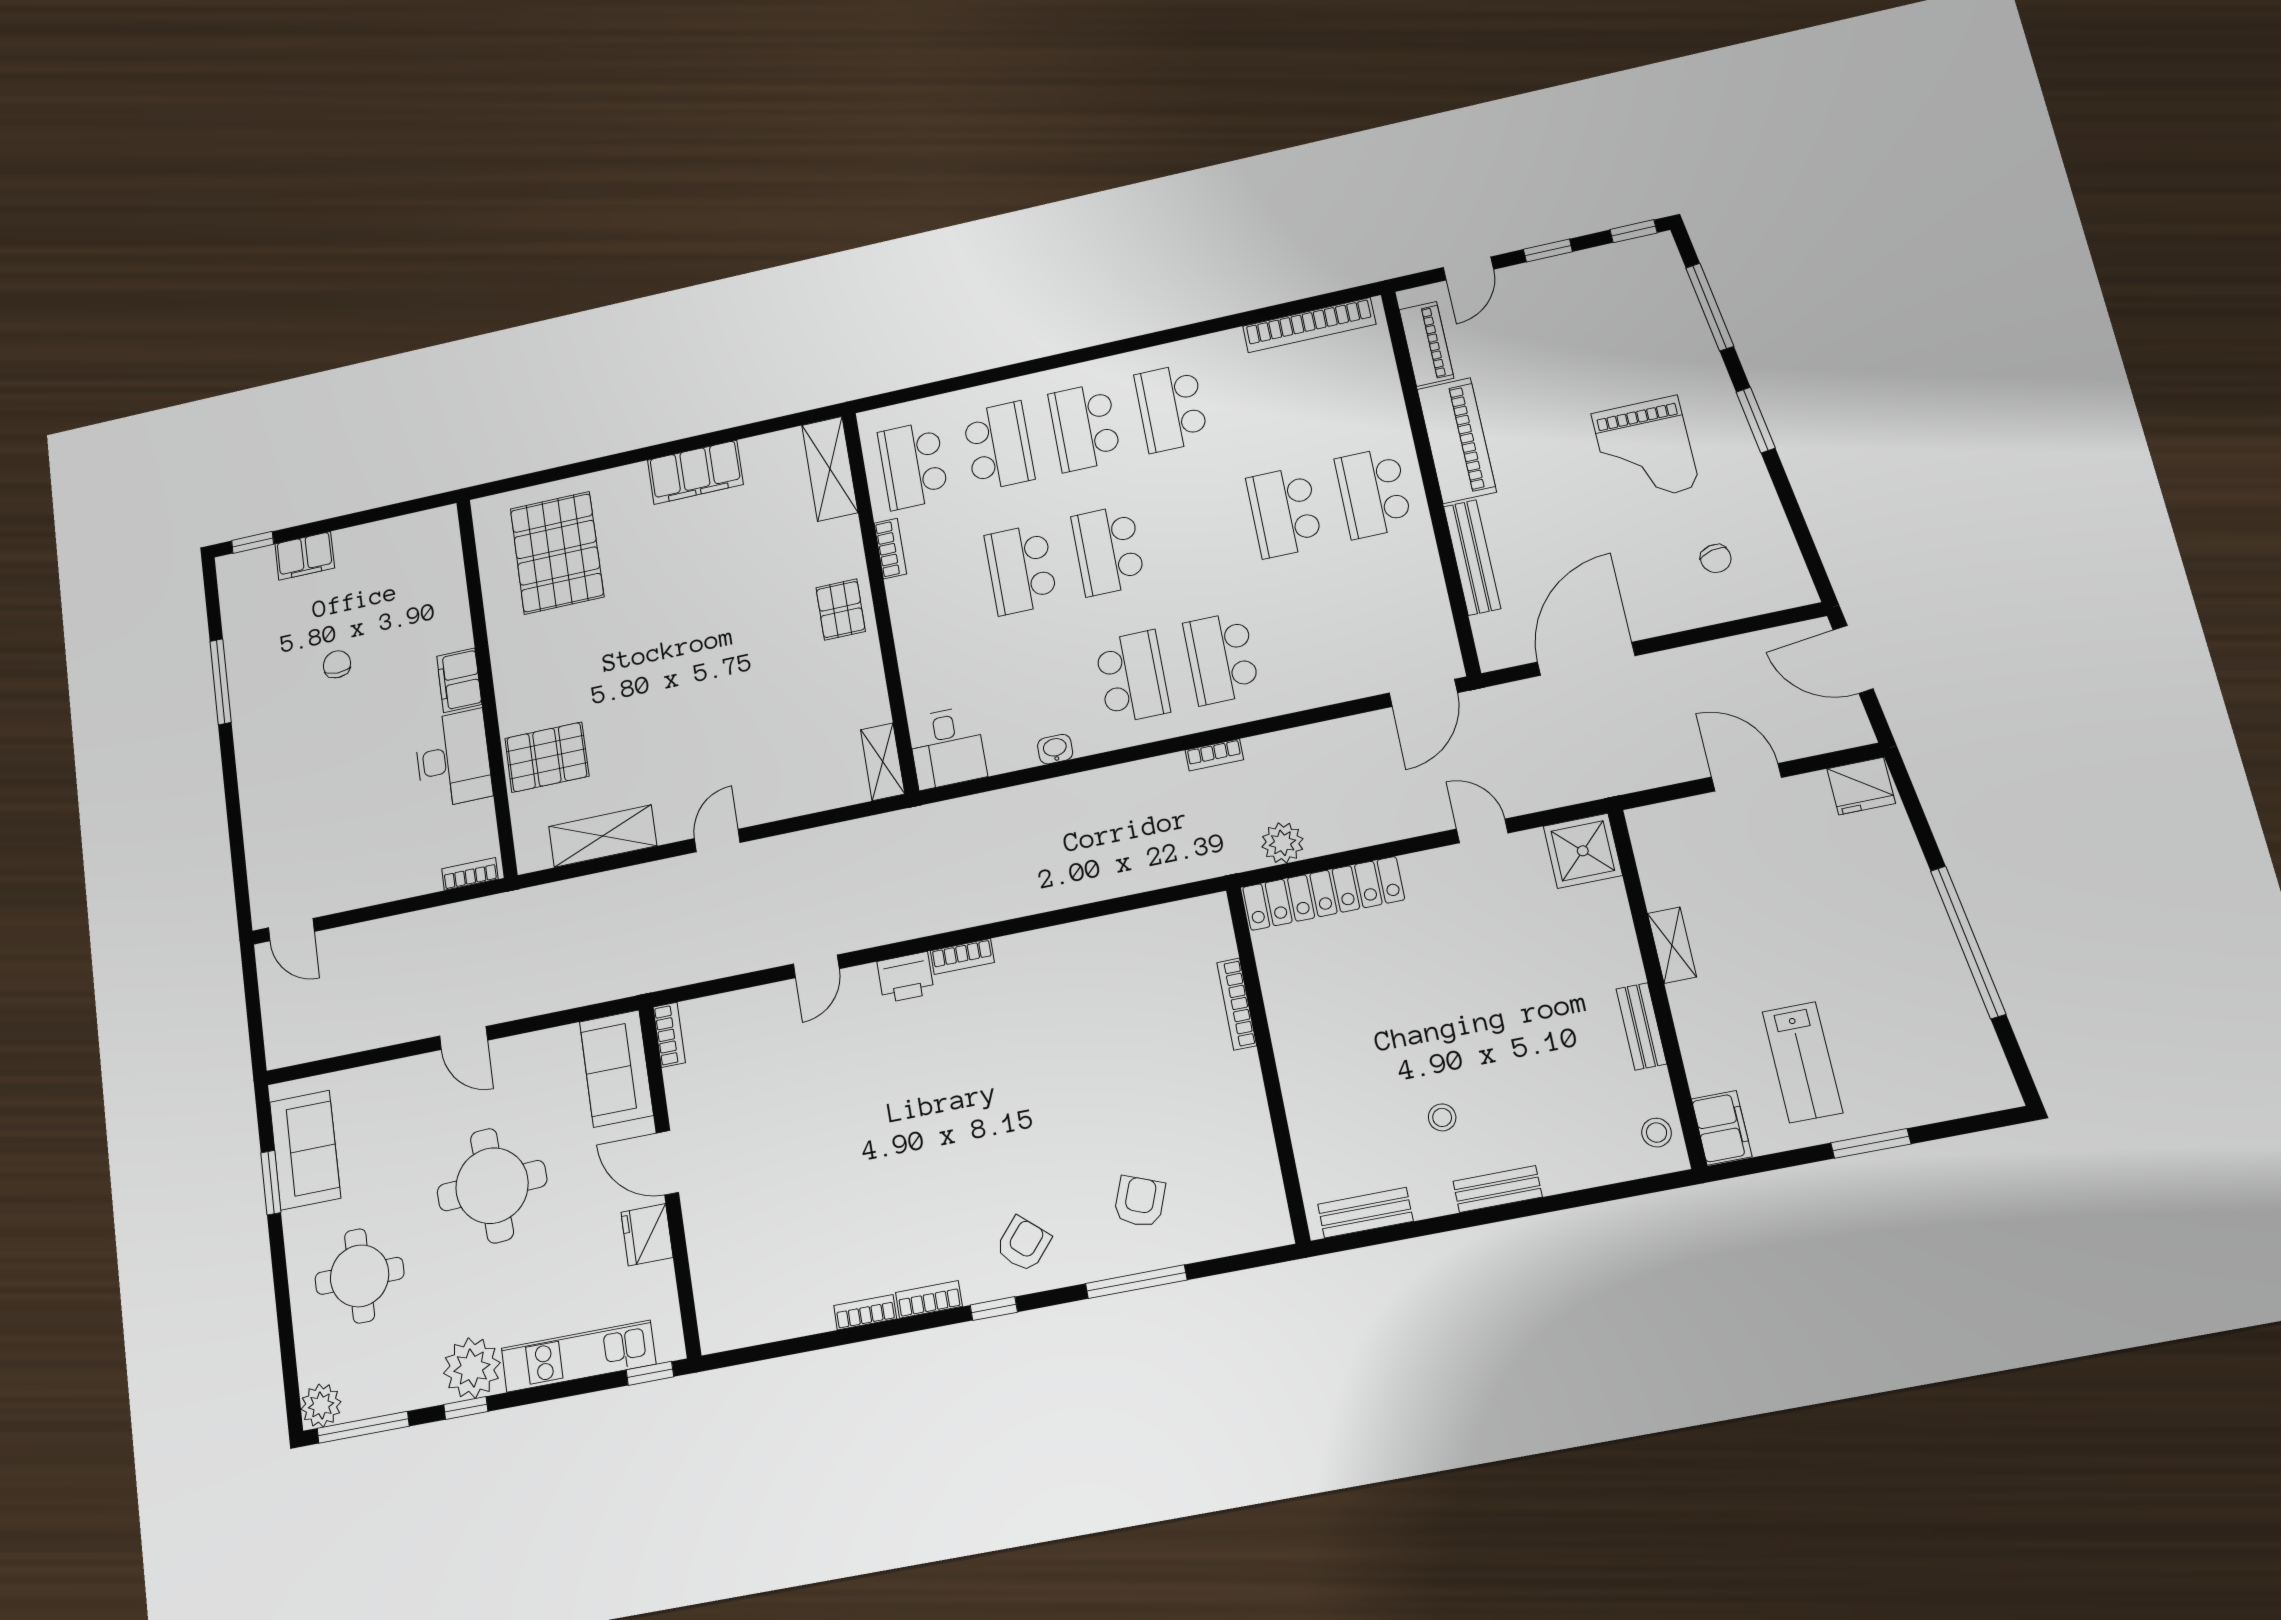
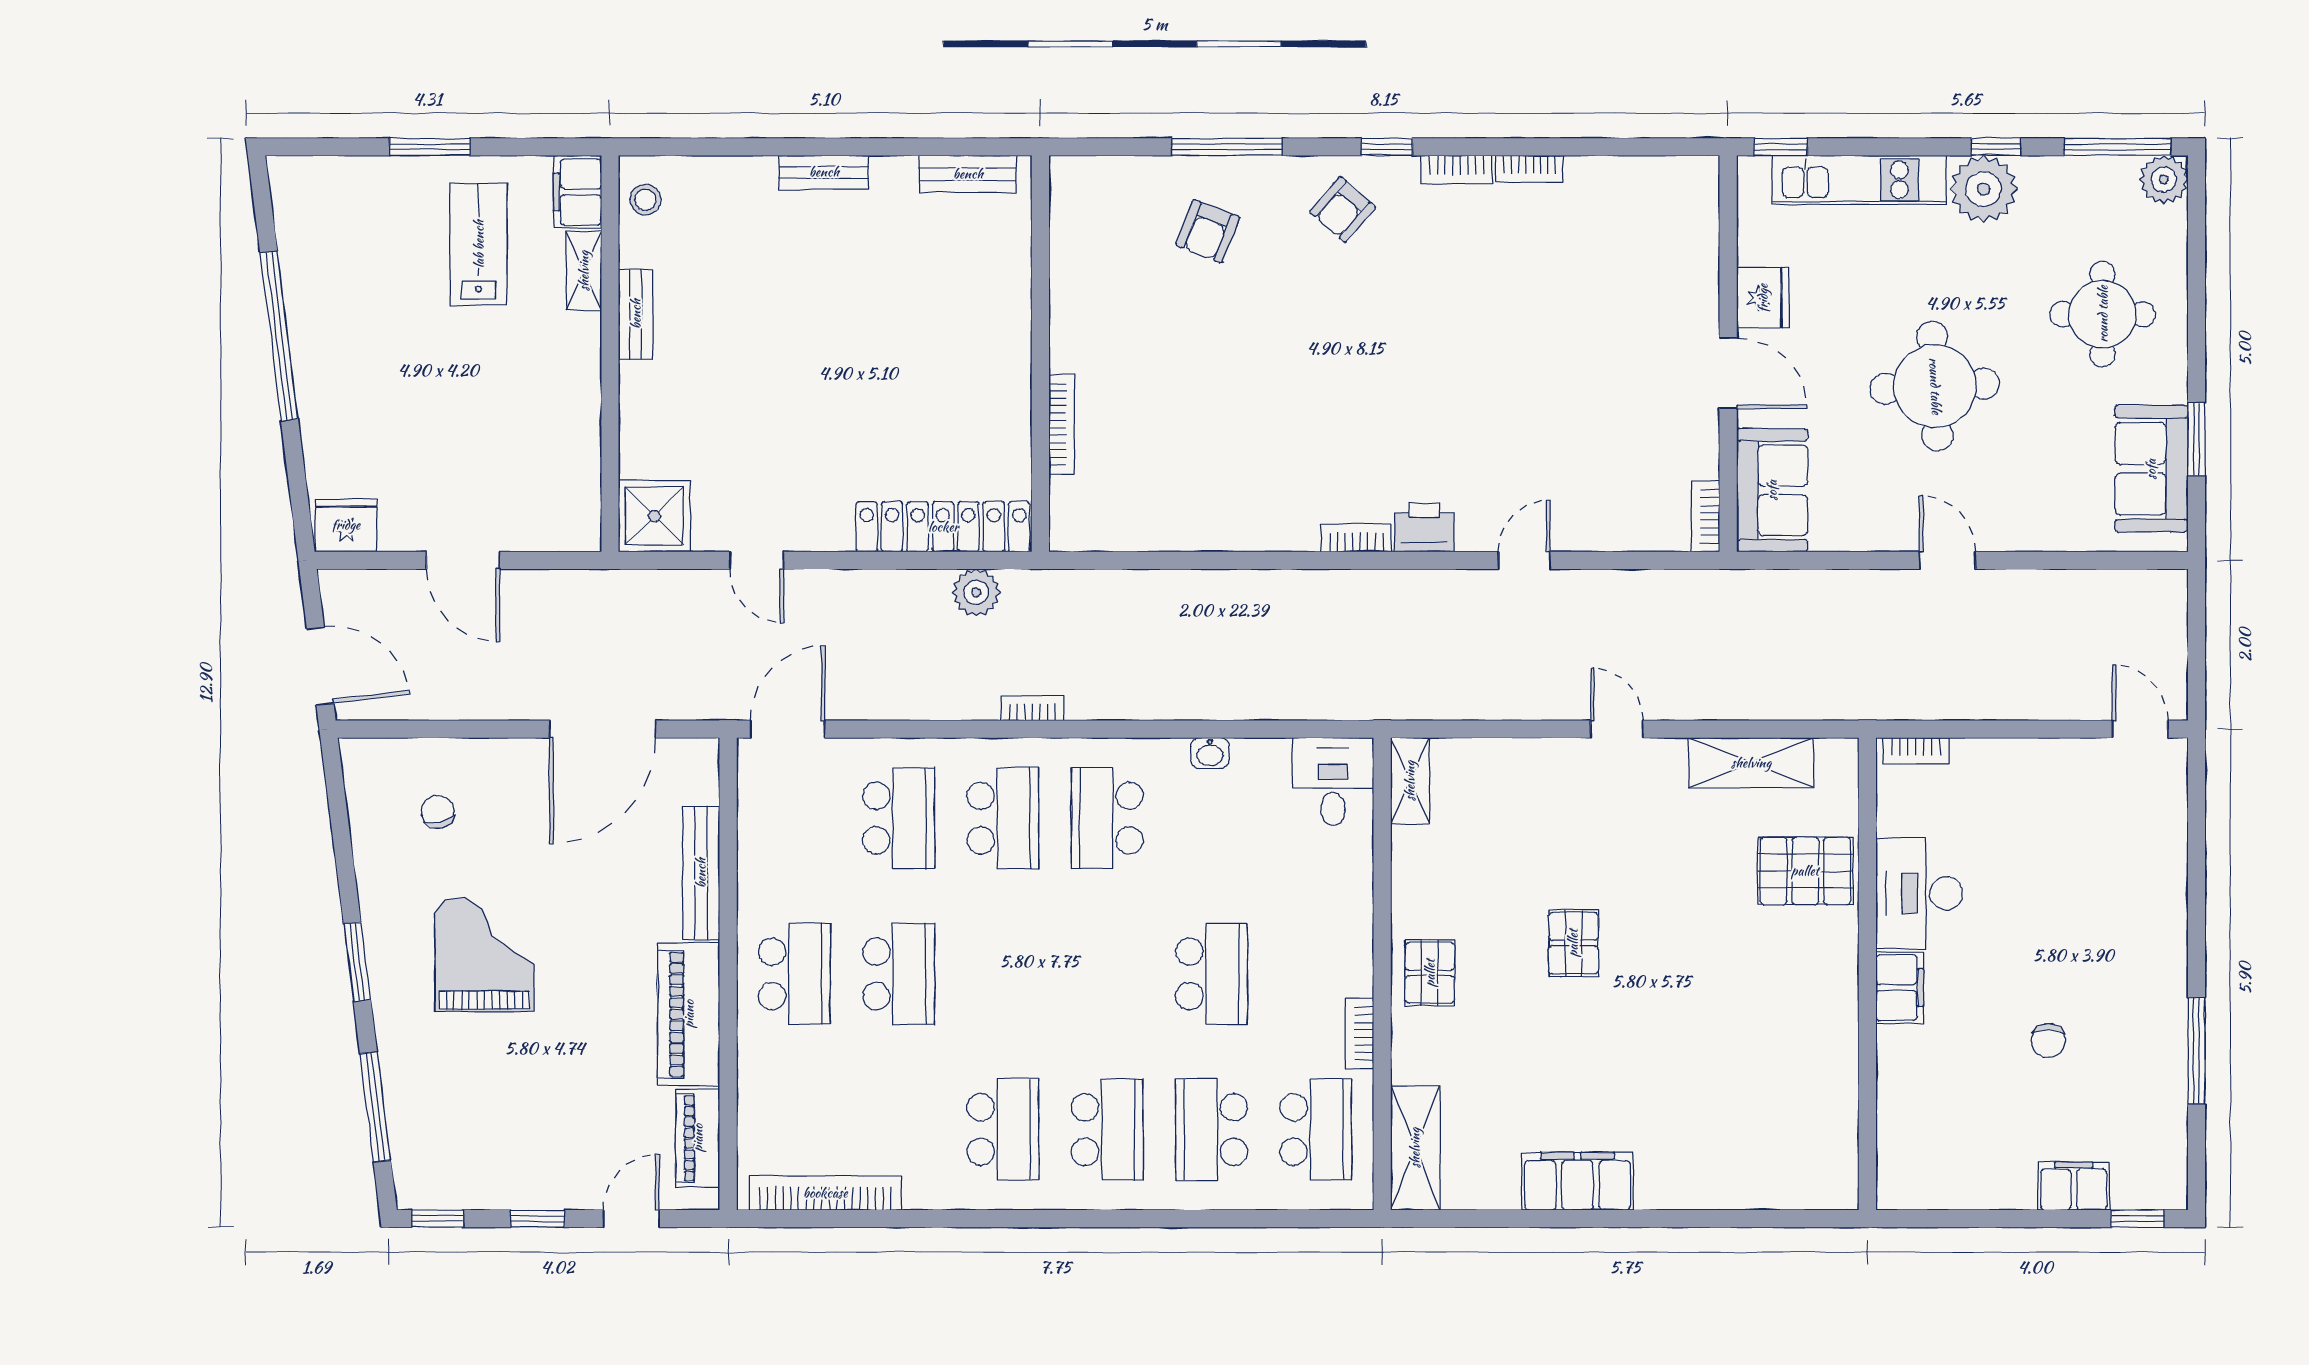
school desk: (1108, 550) -> (899, 818), moved
pallet: (557, 553) -> (1573, 943), moved, width x0.49, depth x0.50
door: (717, 841) -> (1617, 729), swing flipped
shelving: (1672, 945) -> (584, 271), moved
stool: (1442, 1117) -> (866, 259), removed

